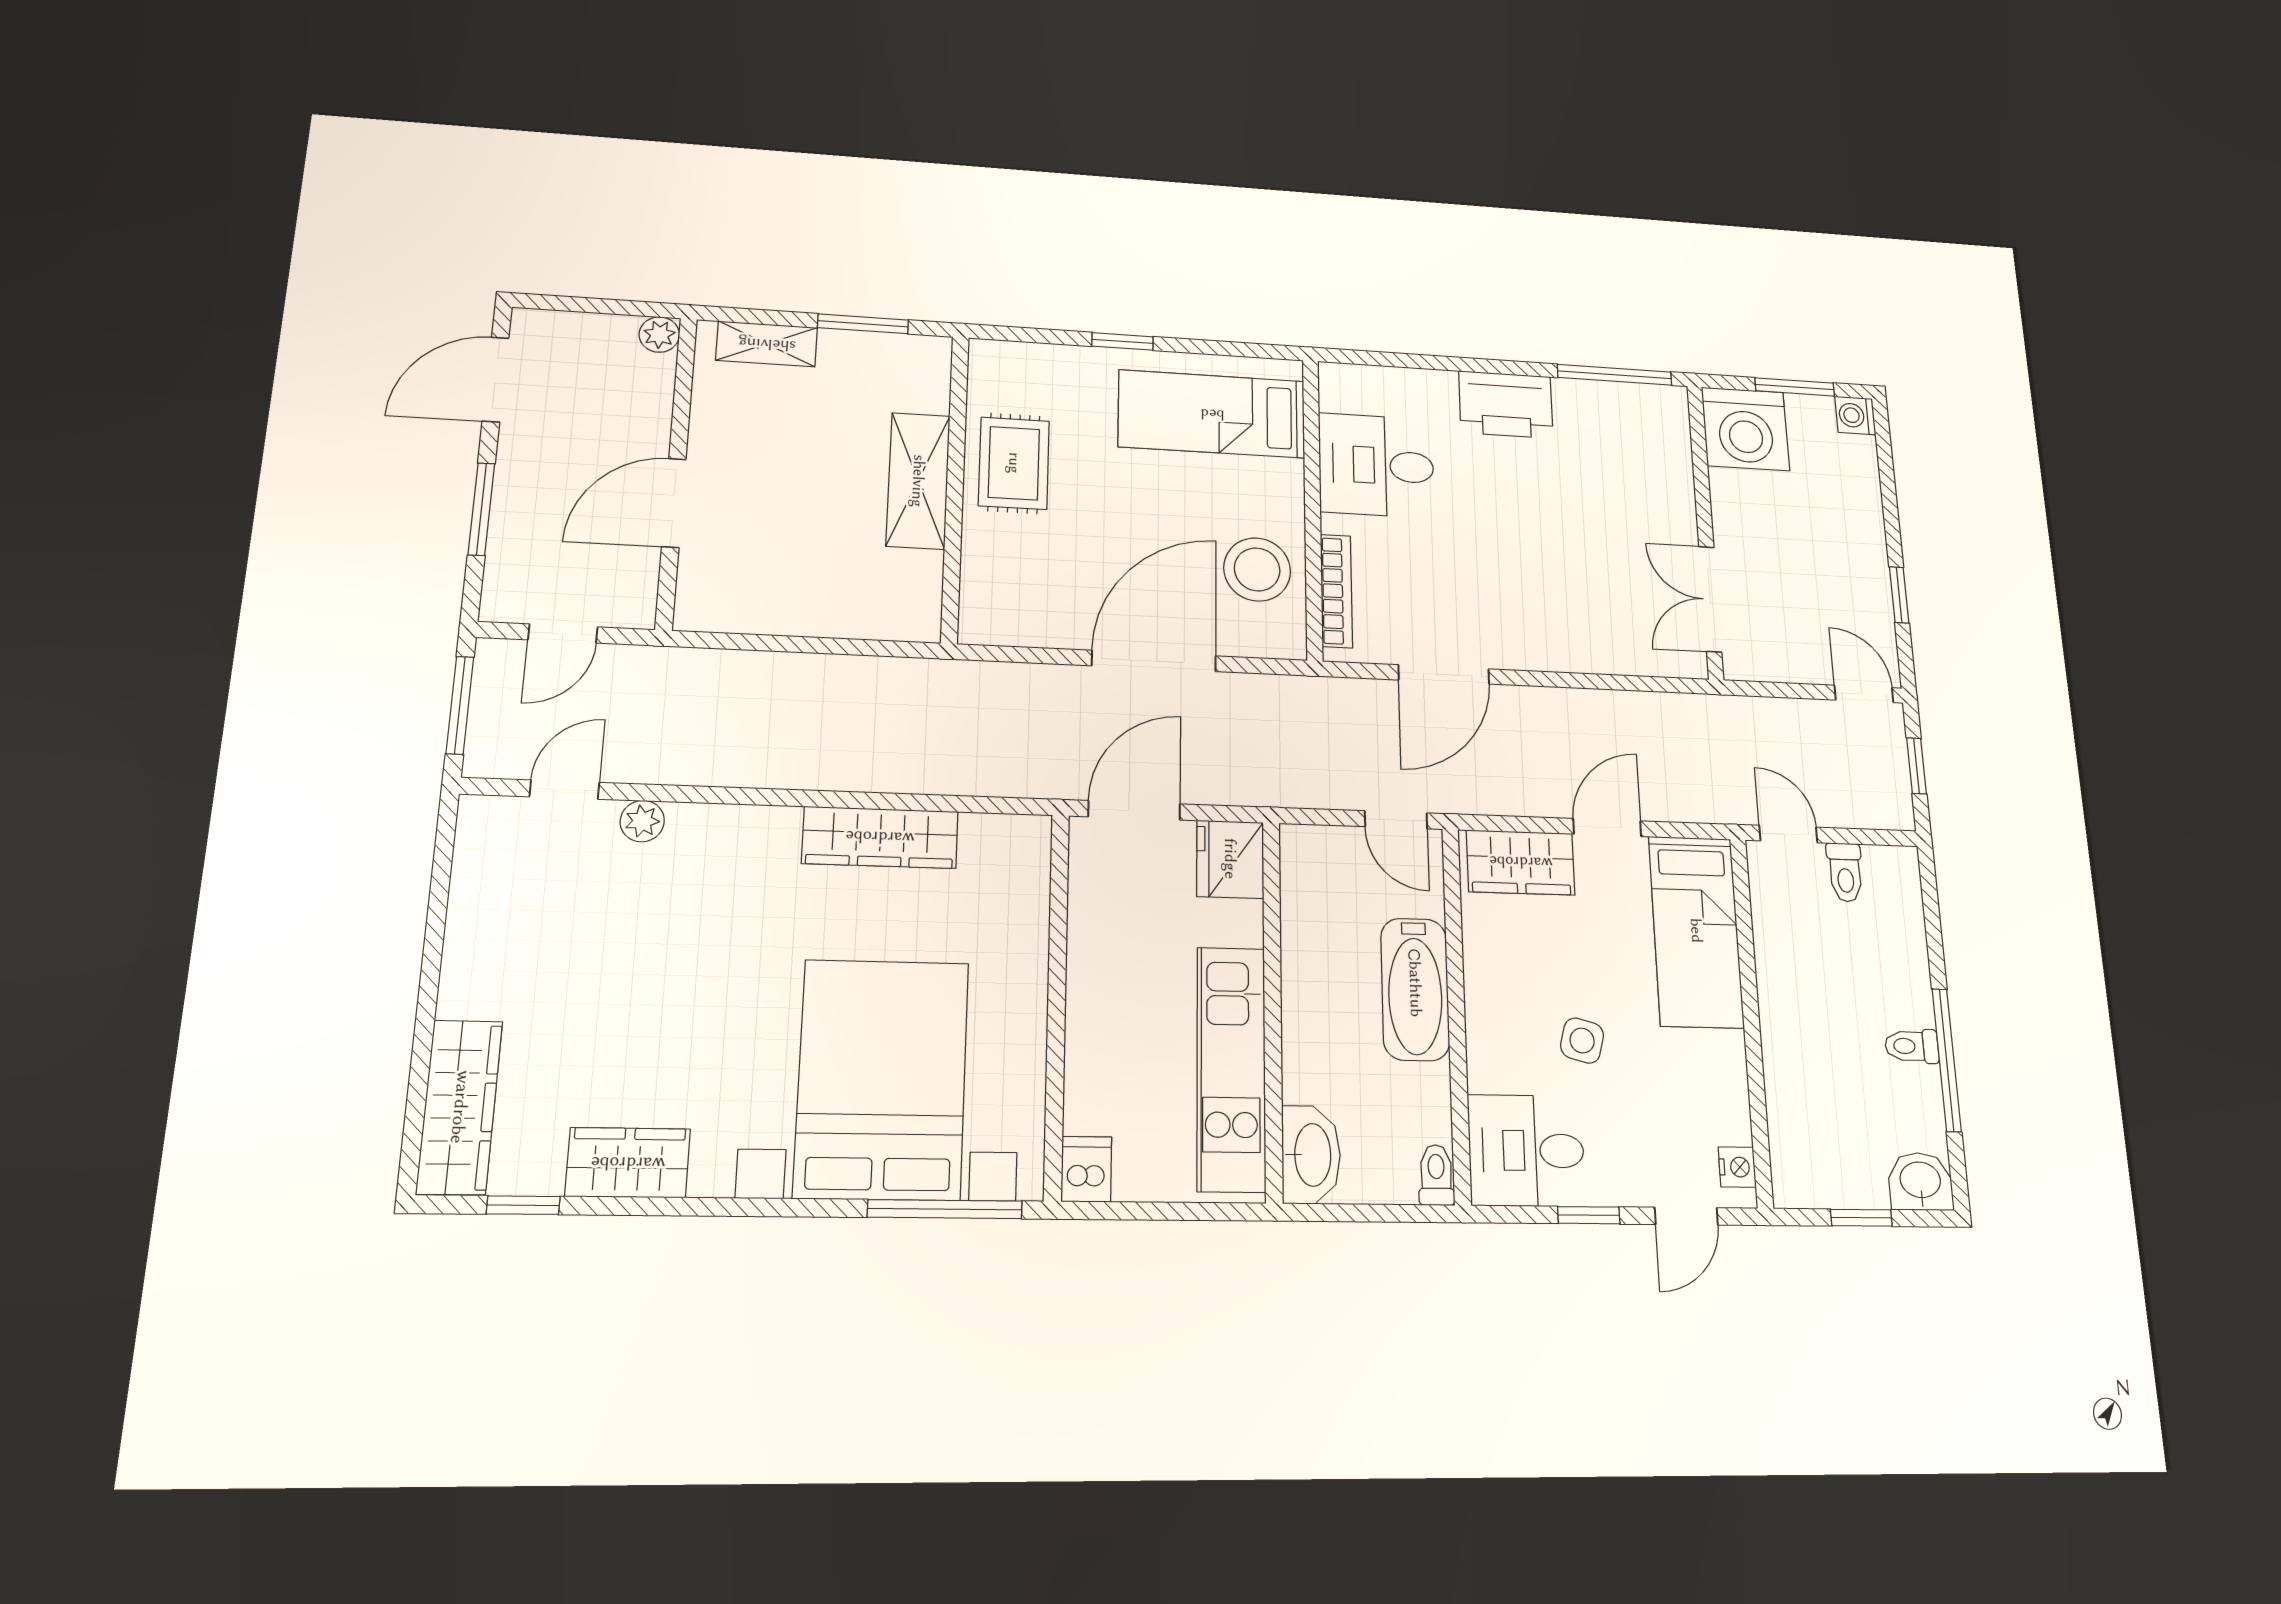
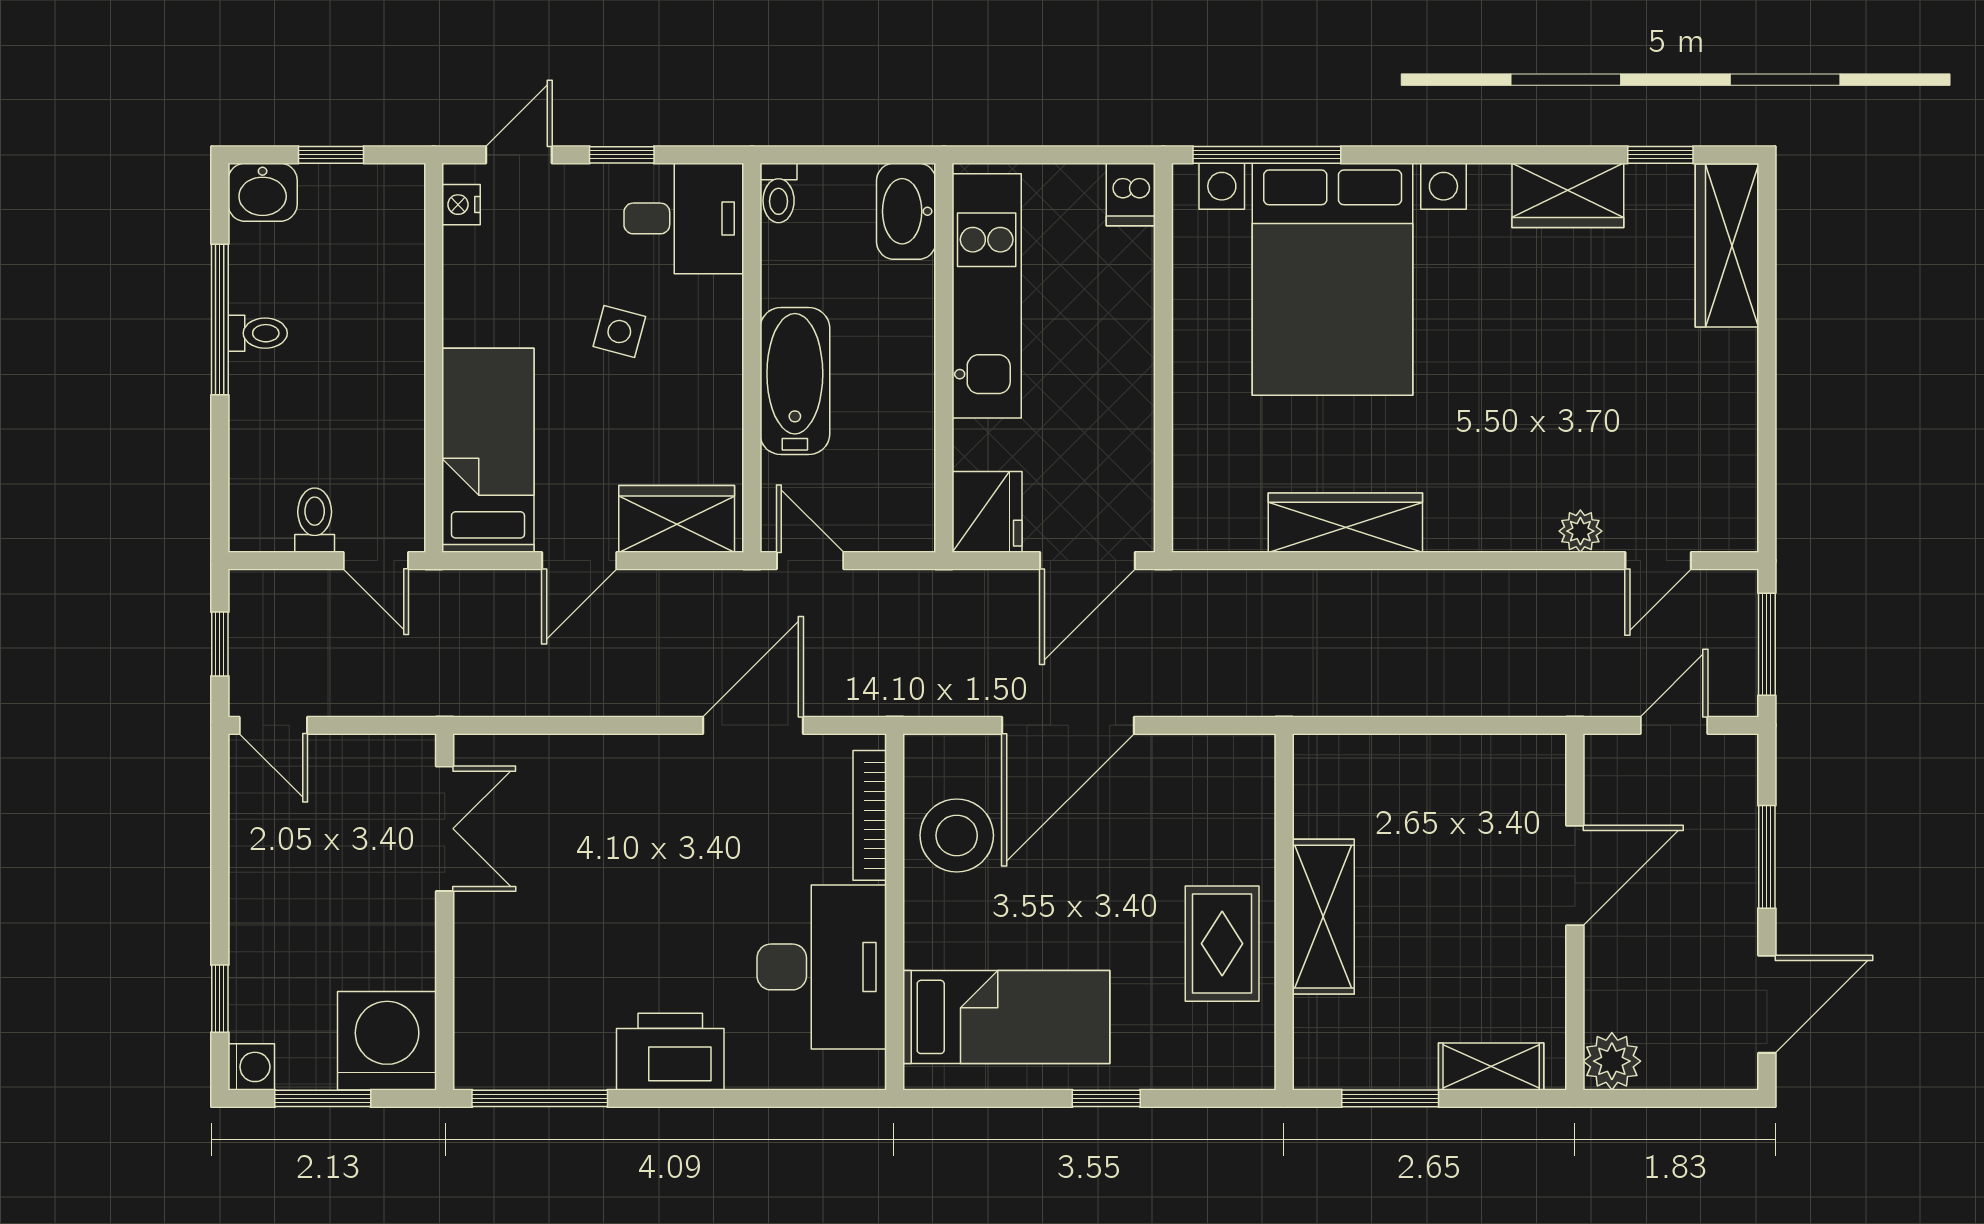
plant: (659, 335) -> (1612, 1061), width x1.38, depth x1.38
desk: (1376, 465) -> (822, 967), width x1.37
window: (1899, 595) -> (220, 999), moved

